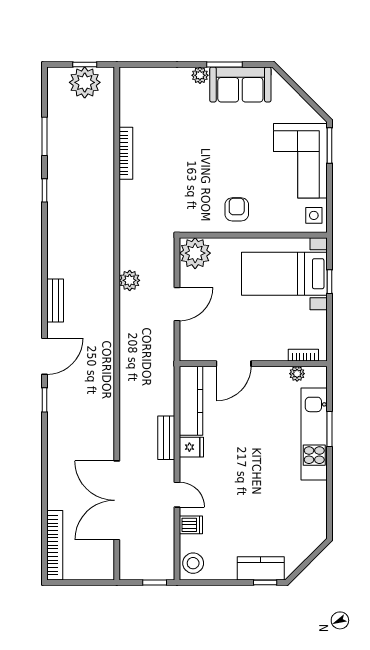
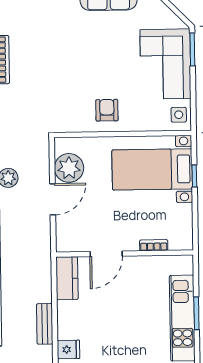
plant: (195, 253) -> (69, 168), moved
bookcase: (303, 355) -> (154, 245), moved
plant: (297, 374) -> (165, 262), removed
kitchen counter: (191, 401) -> (67, 278), width x0.67
fridge: (191, 447) -> (68, 349), moved

